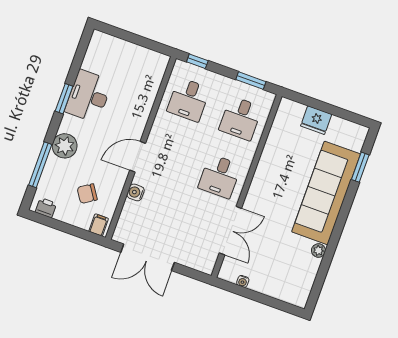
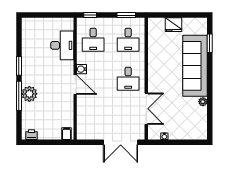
desk: (89, 96) -> (62, 45), moved, turned 180
door: (138, 157) -> (75, 85), swing flipped
window: (40, 165) -> (19, 96), moved
water cooler: (136, 192) -> (82, 69), moved
chair: (87, 194) -> (53, 117), removed
double door: (148, 257) -> (121, 142), moved

